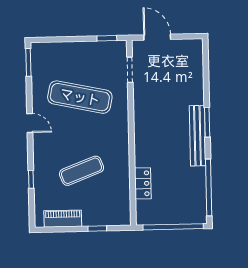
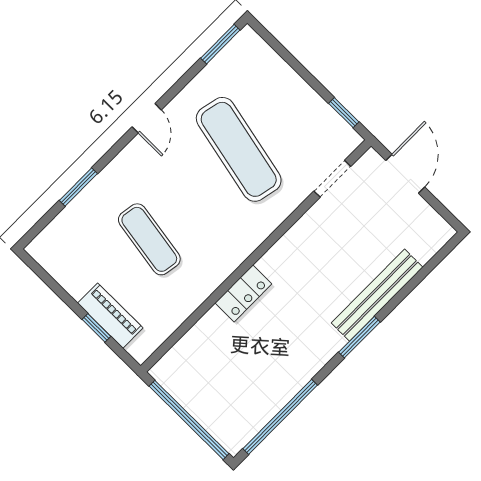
bench: (197, 136) -> (377, 295), moved
exercise mat: (82, 171) -> (149, 239), turned 30
window: (31, 179) -> (78, 187), width x1.50
locker: (143, 183) -> (243, 293), moved
piano: (63, 219) -> (110, 316), moved

